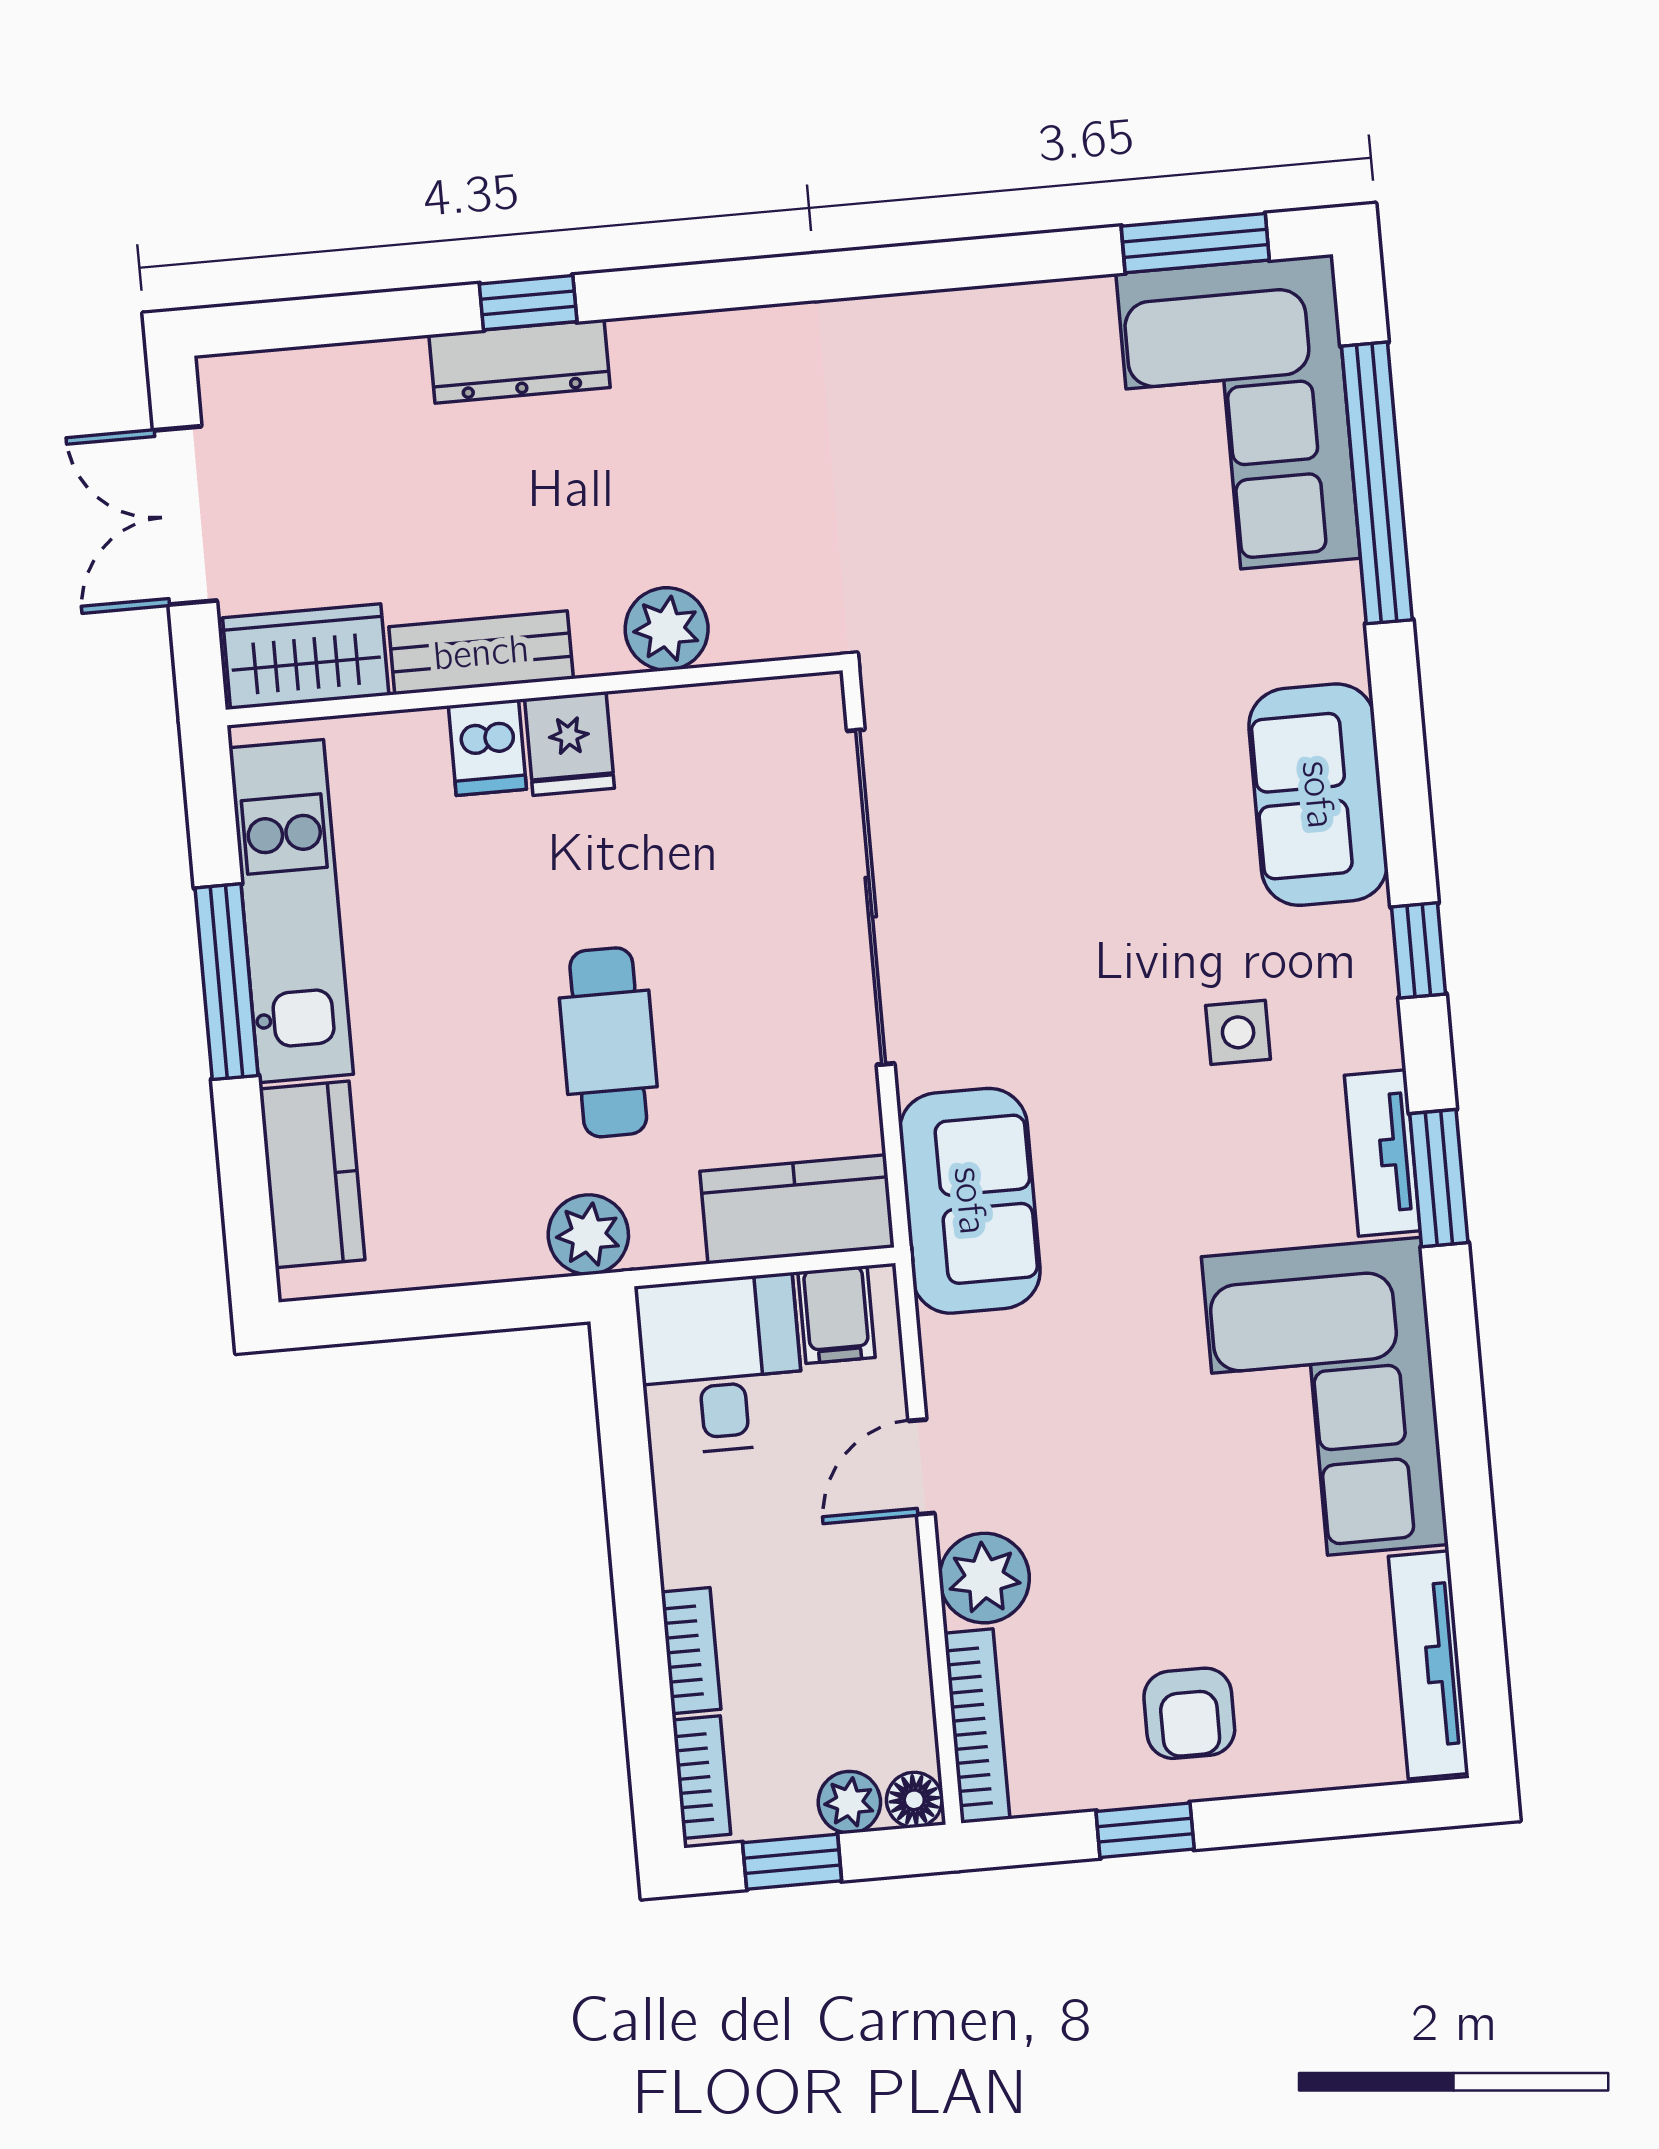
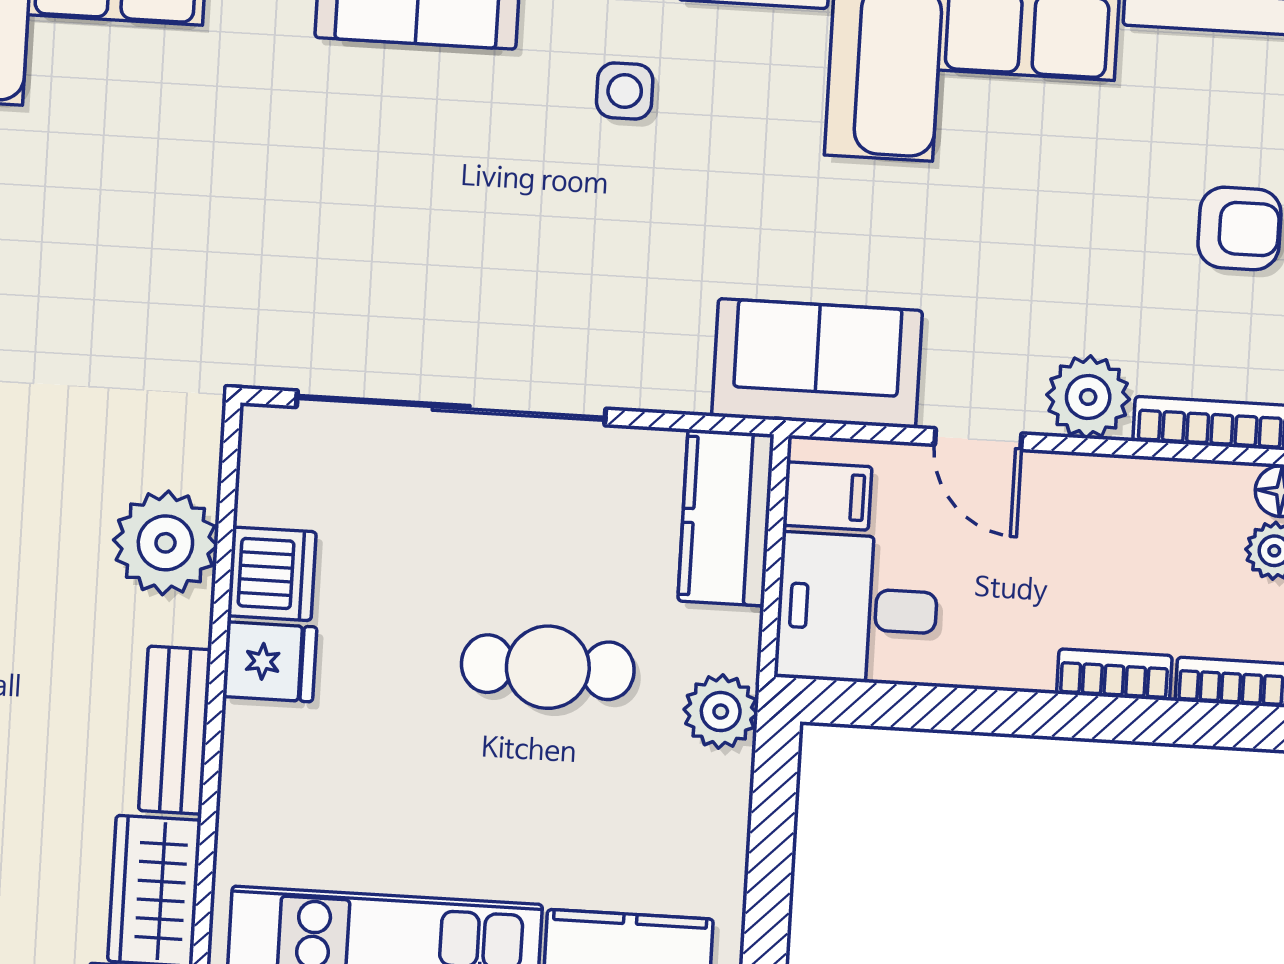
plant: (667, 629) -> (165, 543), width x1.36, depth x1.36
dishwasher: (487, 747) -> (272, 574), moved, width x1.38
sofa: (970, 1201) -> (817, 363), moved

